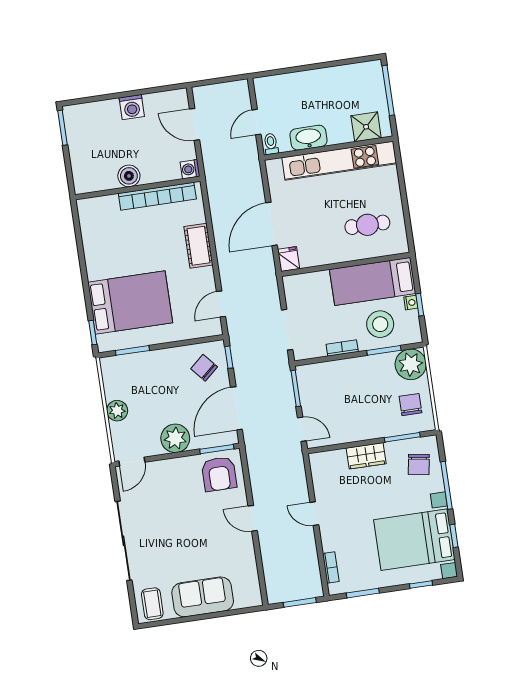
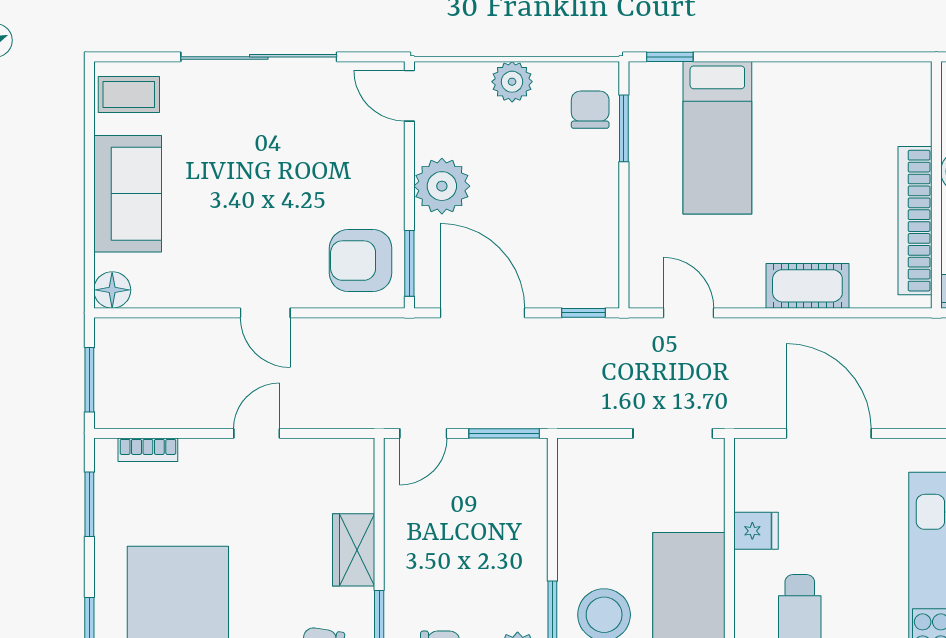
fridge: (289, 259) -> (756, 531), moved
bed: (130, 302) -> (717, 138), width x0.67
doorway: (287, 330) -> (673, 433), moved
bookcase: (342, 348) -> (569, 534), removed
chair: (204, 368) -> (590, 110), moved, turned -49
door: (253, 518) -> (265, 313), swing flipped
floor lamp: (253, 598) -> (112, 290), added

